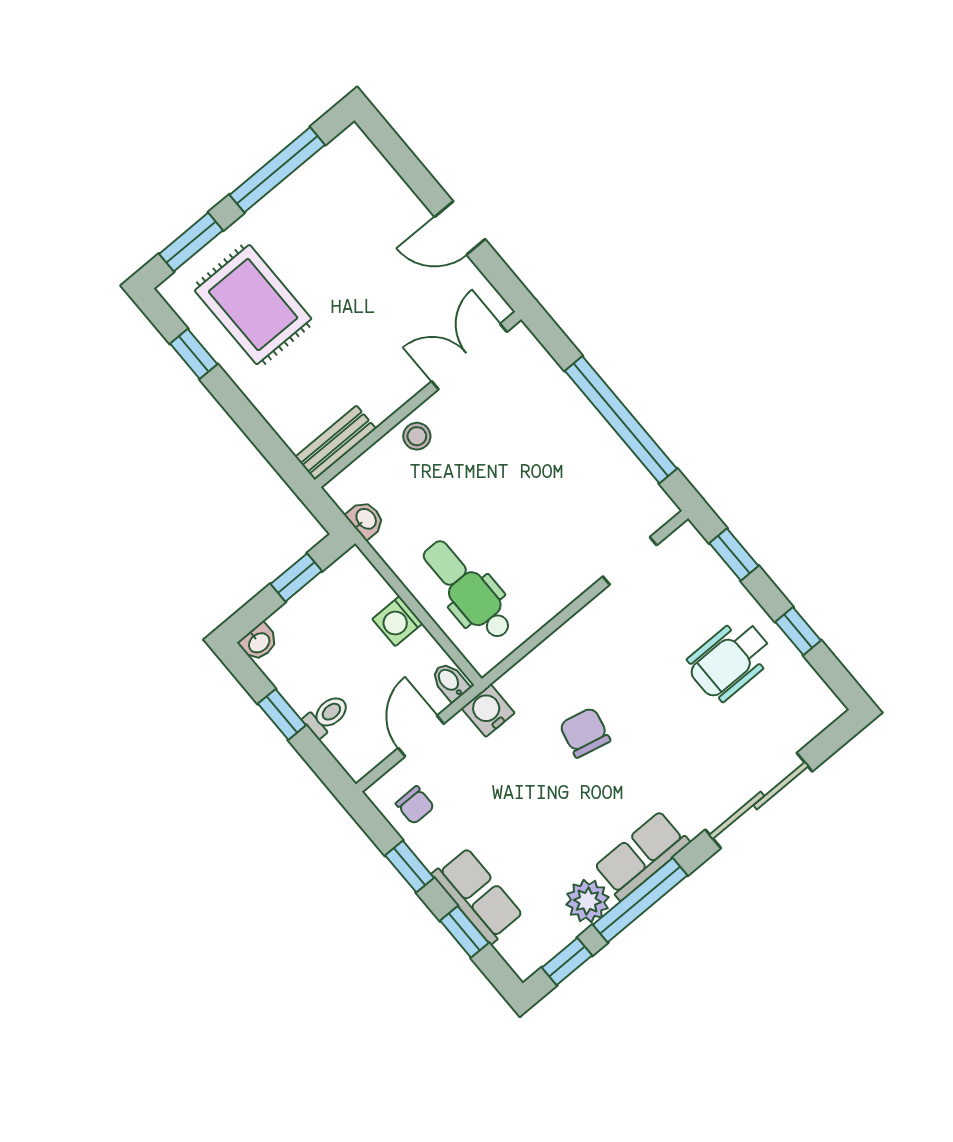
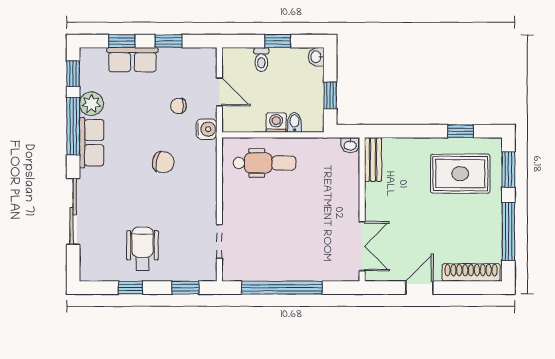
shoe rack: (378, 174) -> (471, 272), added
stool: (417, 436) -> (347, 196), removed
washbasin: (366, 519) -> (350, 145), moved
bidet: (450, 682) -> (295, 122), moved, turned -90
chair: (415, 805) -> (179, 106), moved

